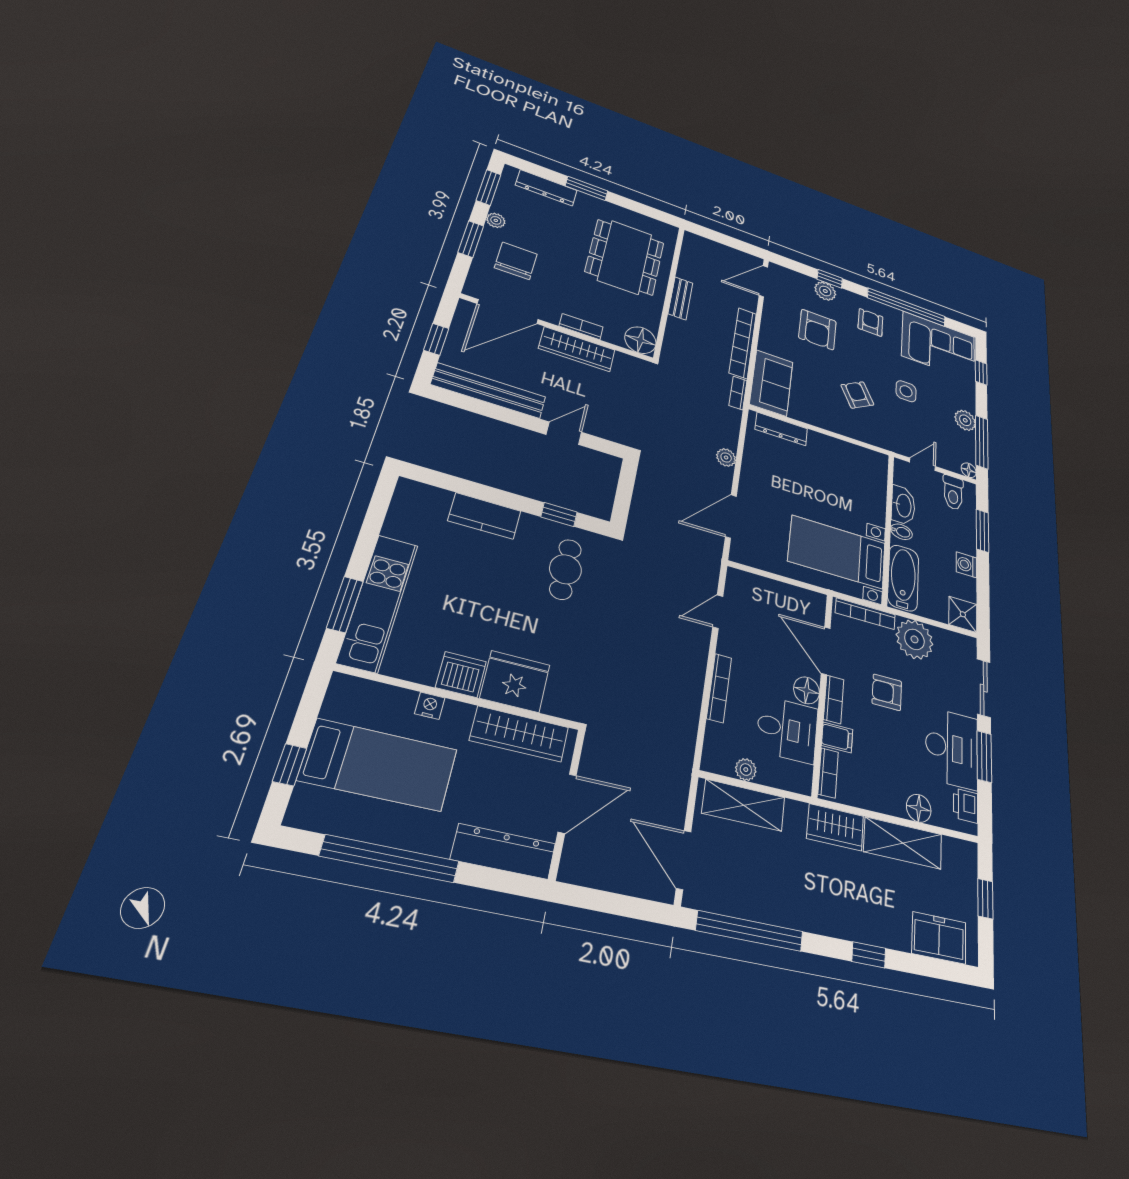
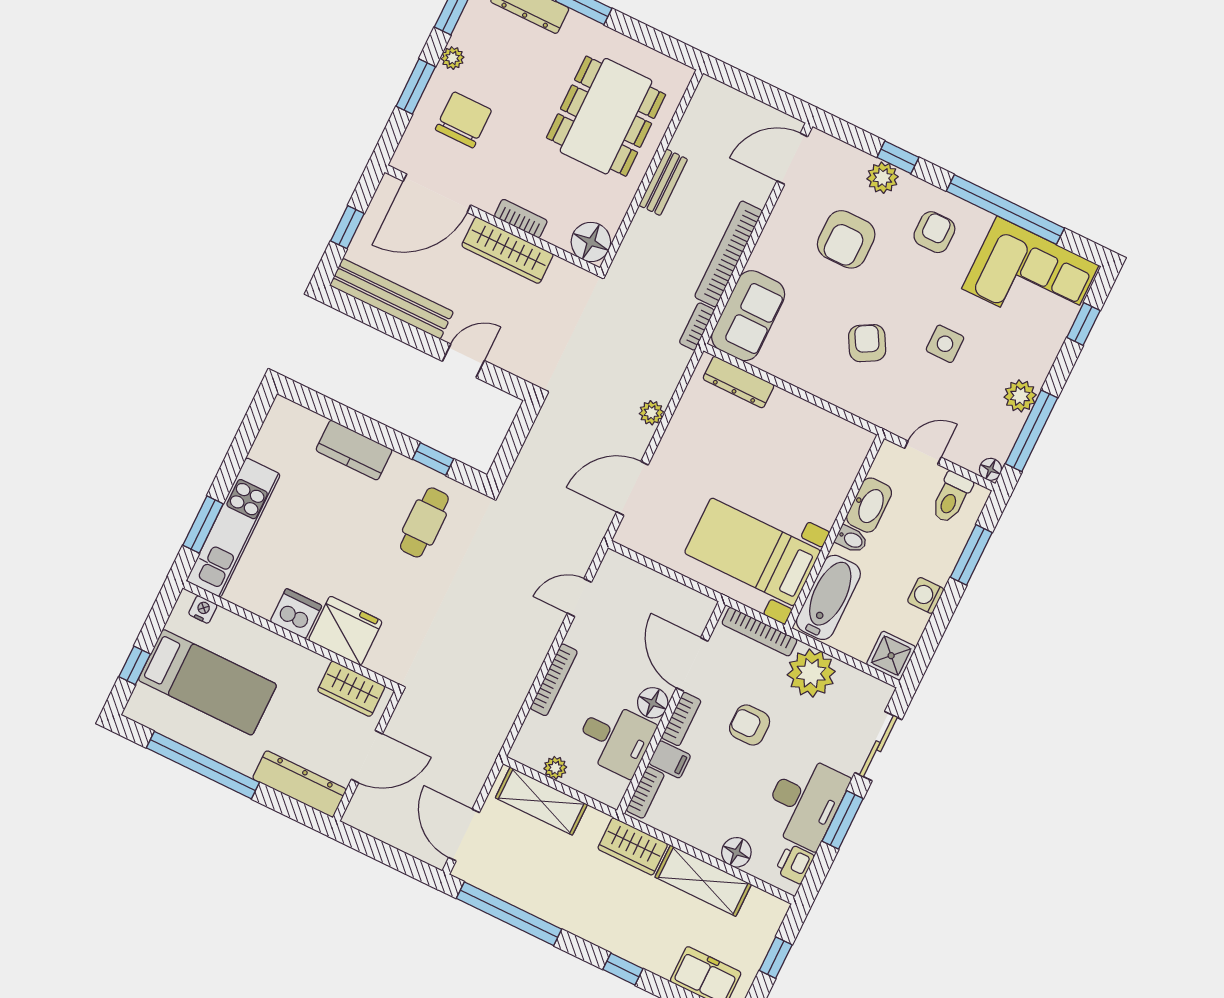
nightstand: (430, 706) -> (203, 609), moved
wardrobe: (519, 734) -> (351, 689), width x0.67

